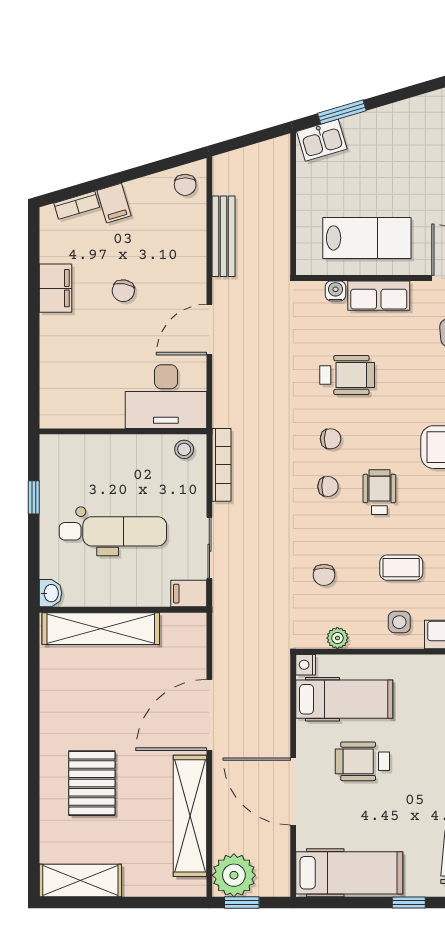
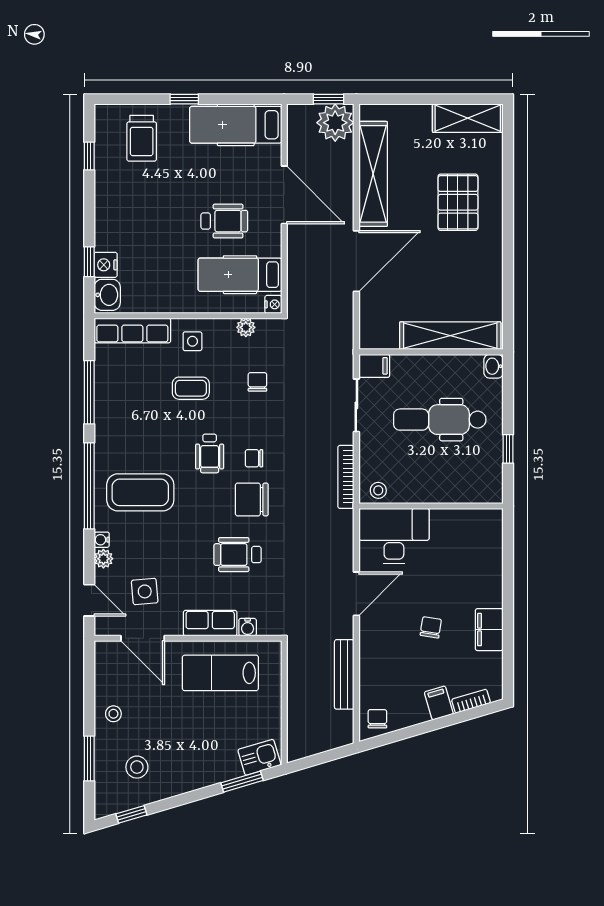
chair: (331, 439) -> (252, 499), width x1.87, depth x1.87

